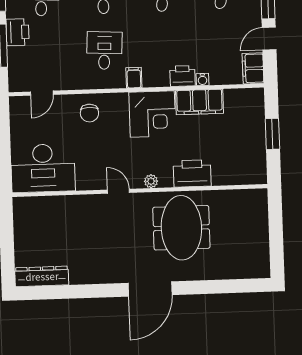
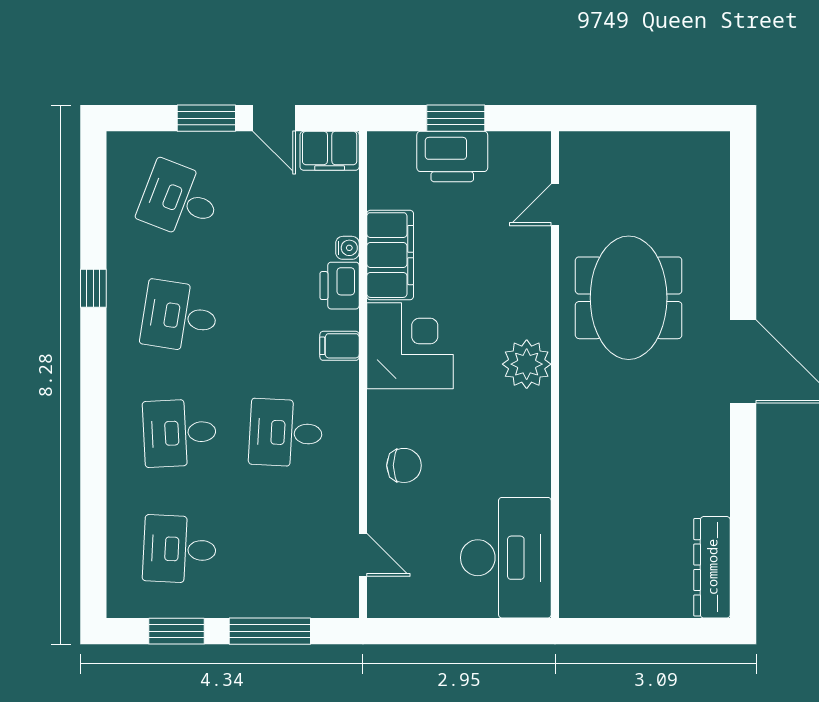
printer: (18, 32) -> (245, 597), removed
filing cabinet: (134, 78) -> (339, 346), moved
printer: (192, 173) -> (452, 156), moved, turned -90
plant: (151, 181) -> (527, 364), width x1.87, depth x1.87
door: (118, 191) -> (555, 205), moved
meeting table: (181, 228) -> (629, 298), turned 90

